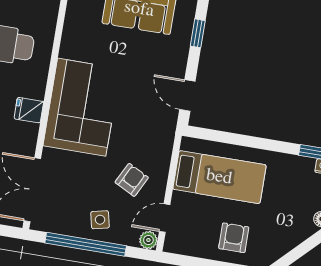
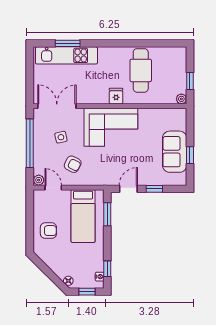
window: (198, 33) -> (154, 189), moved
fridge: (29, 110) -> (116, 96), moved
window: (223, 137) -> (107, 214), added
side table: (100, 220) -> (61, 137), moved

